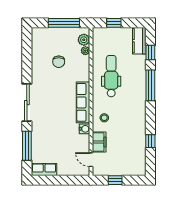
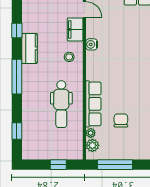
kitchen counter: (139, 41) -> (30, 48), moved
window: (150, 85) -> (17, 77), moved
row of seats: (83, 102) -> (93, 104), moved

